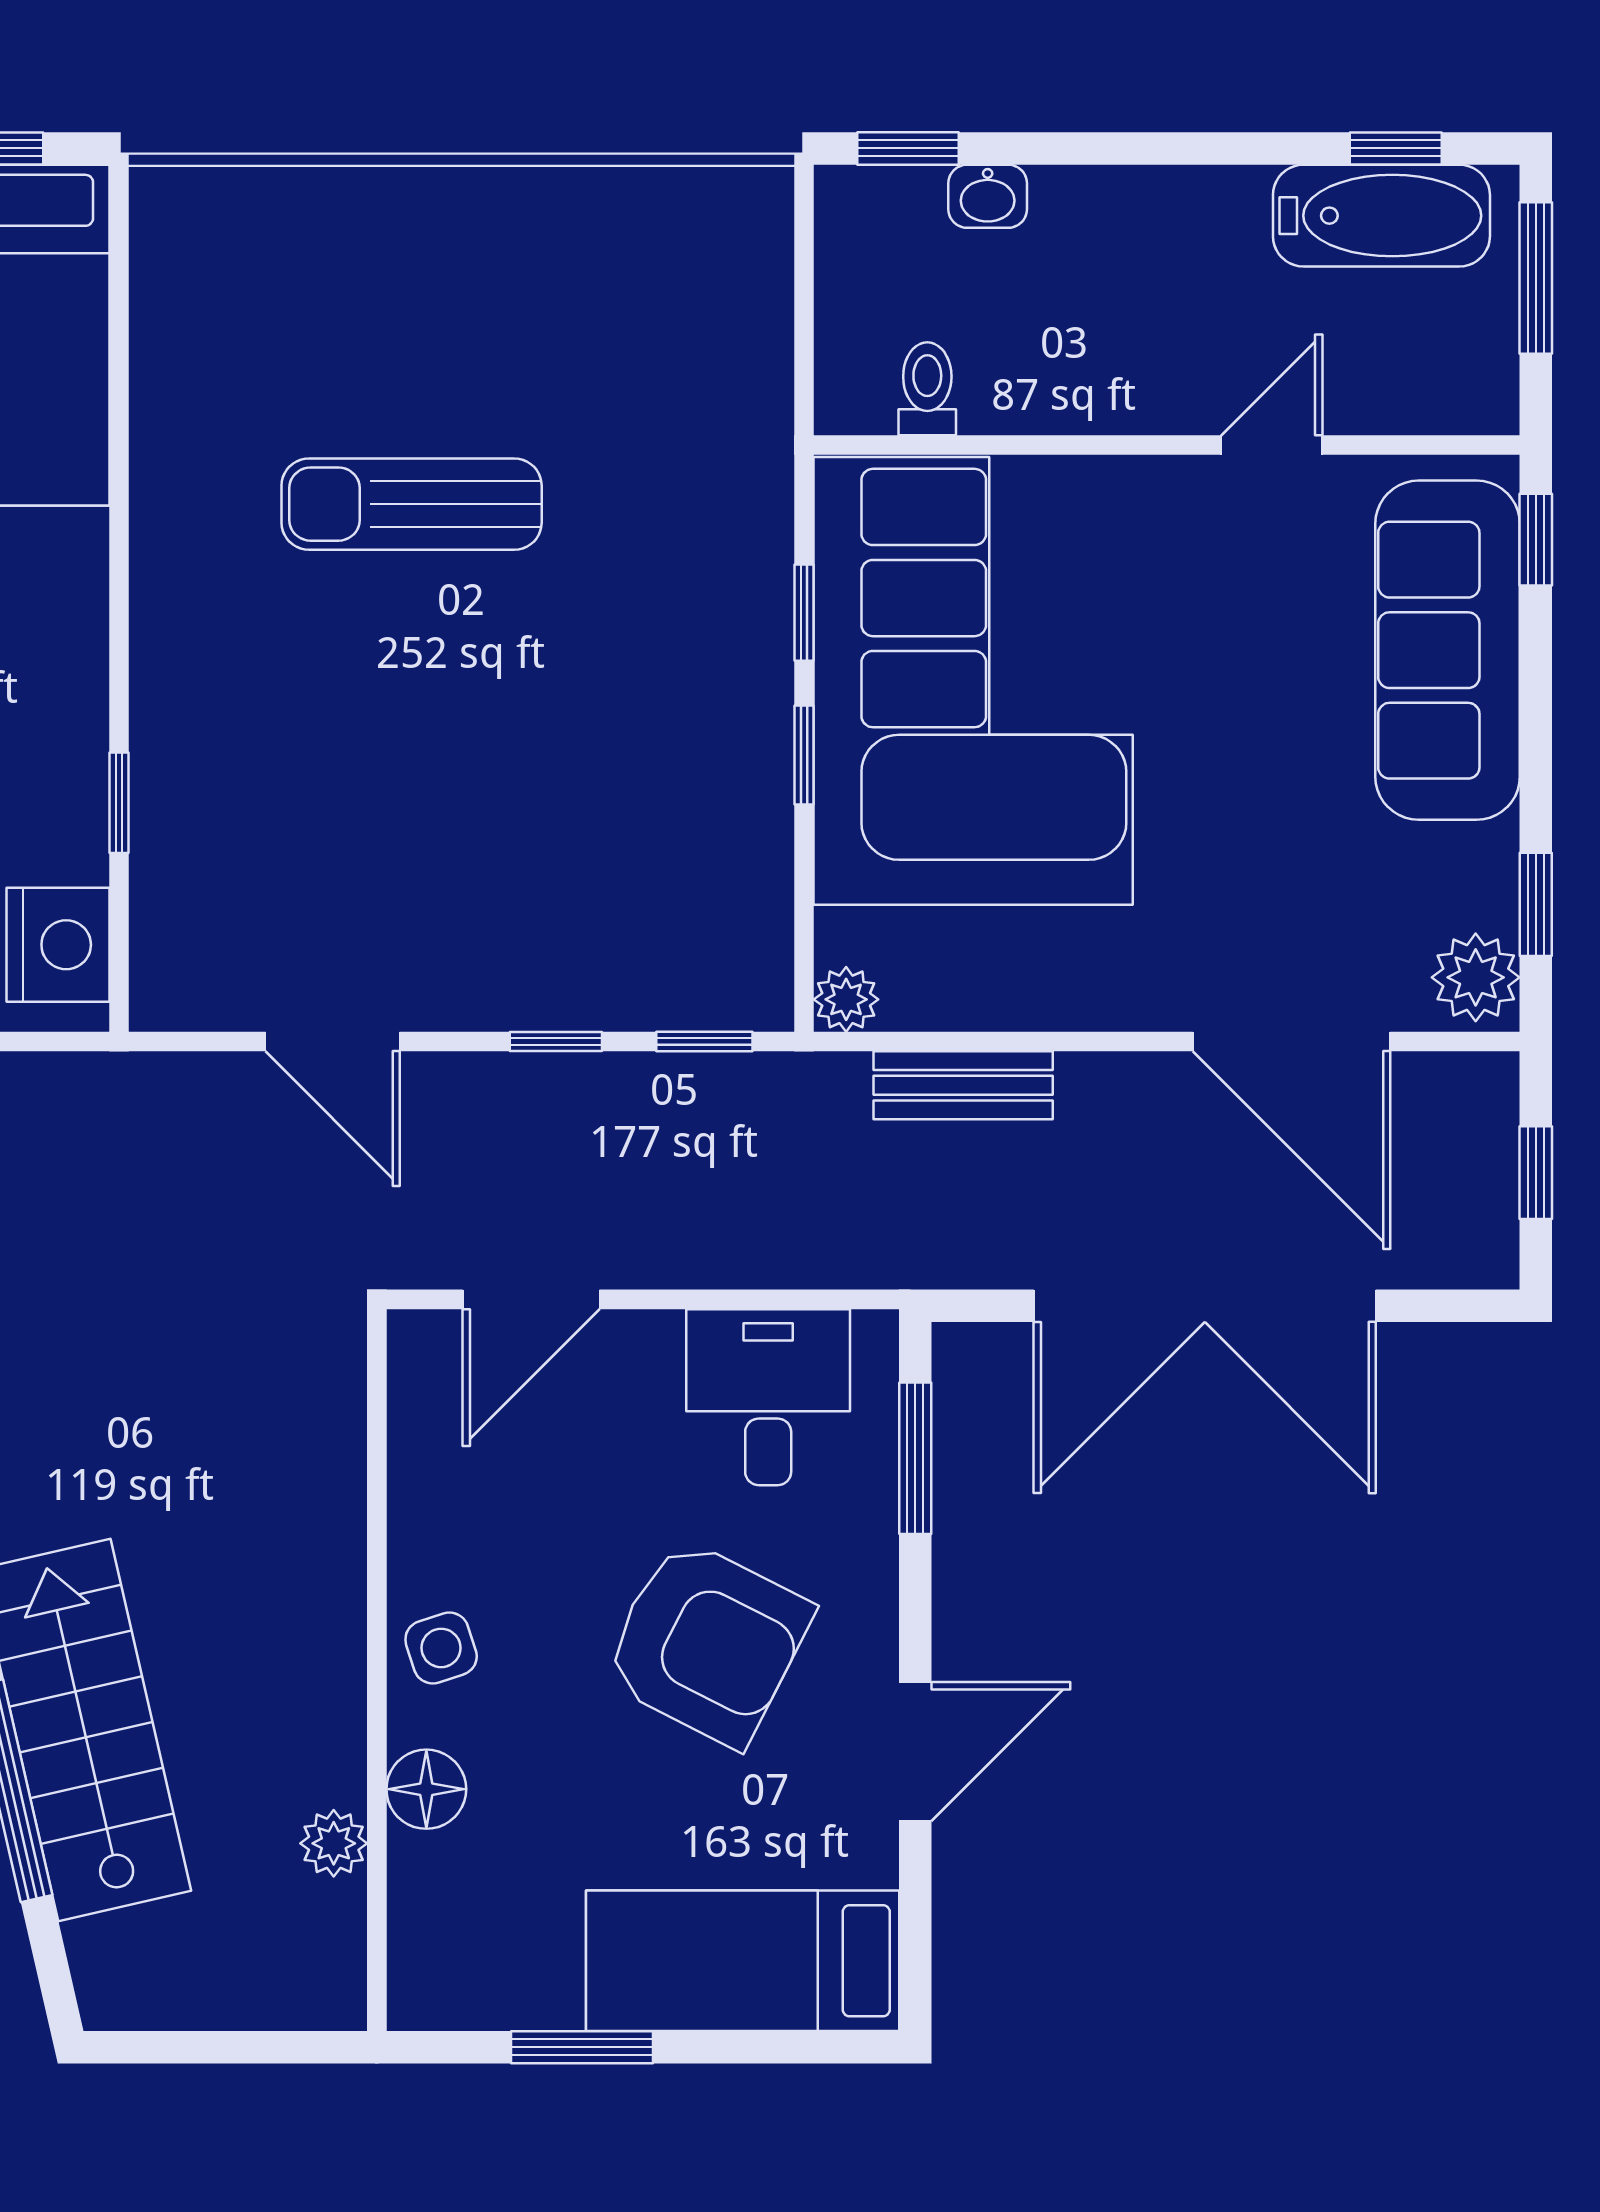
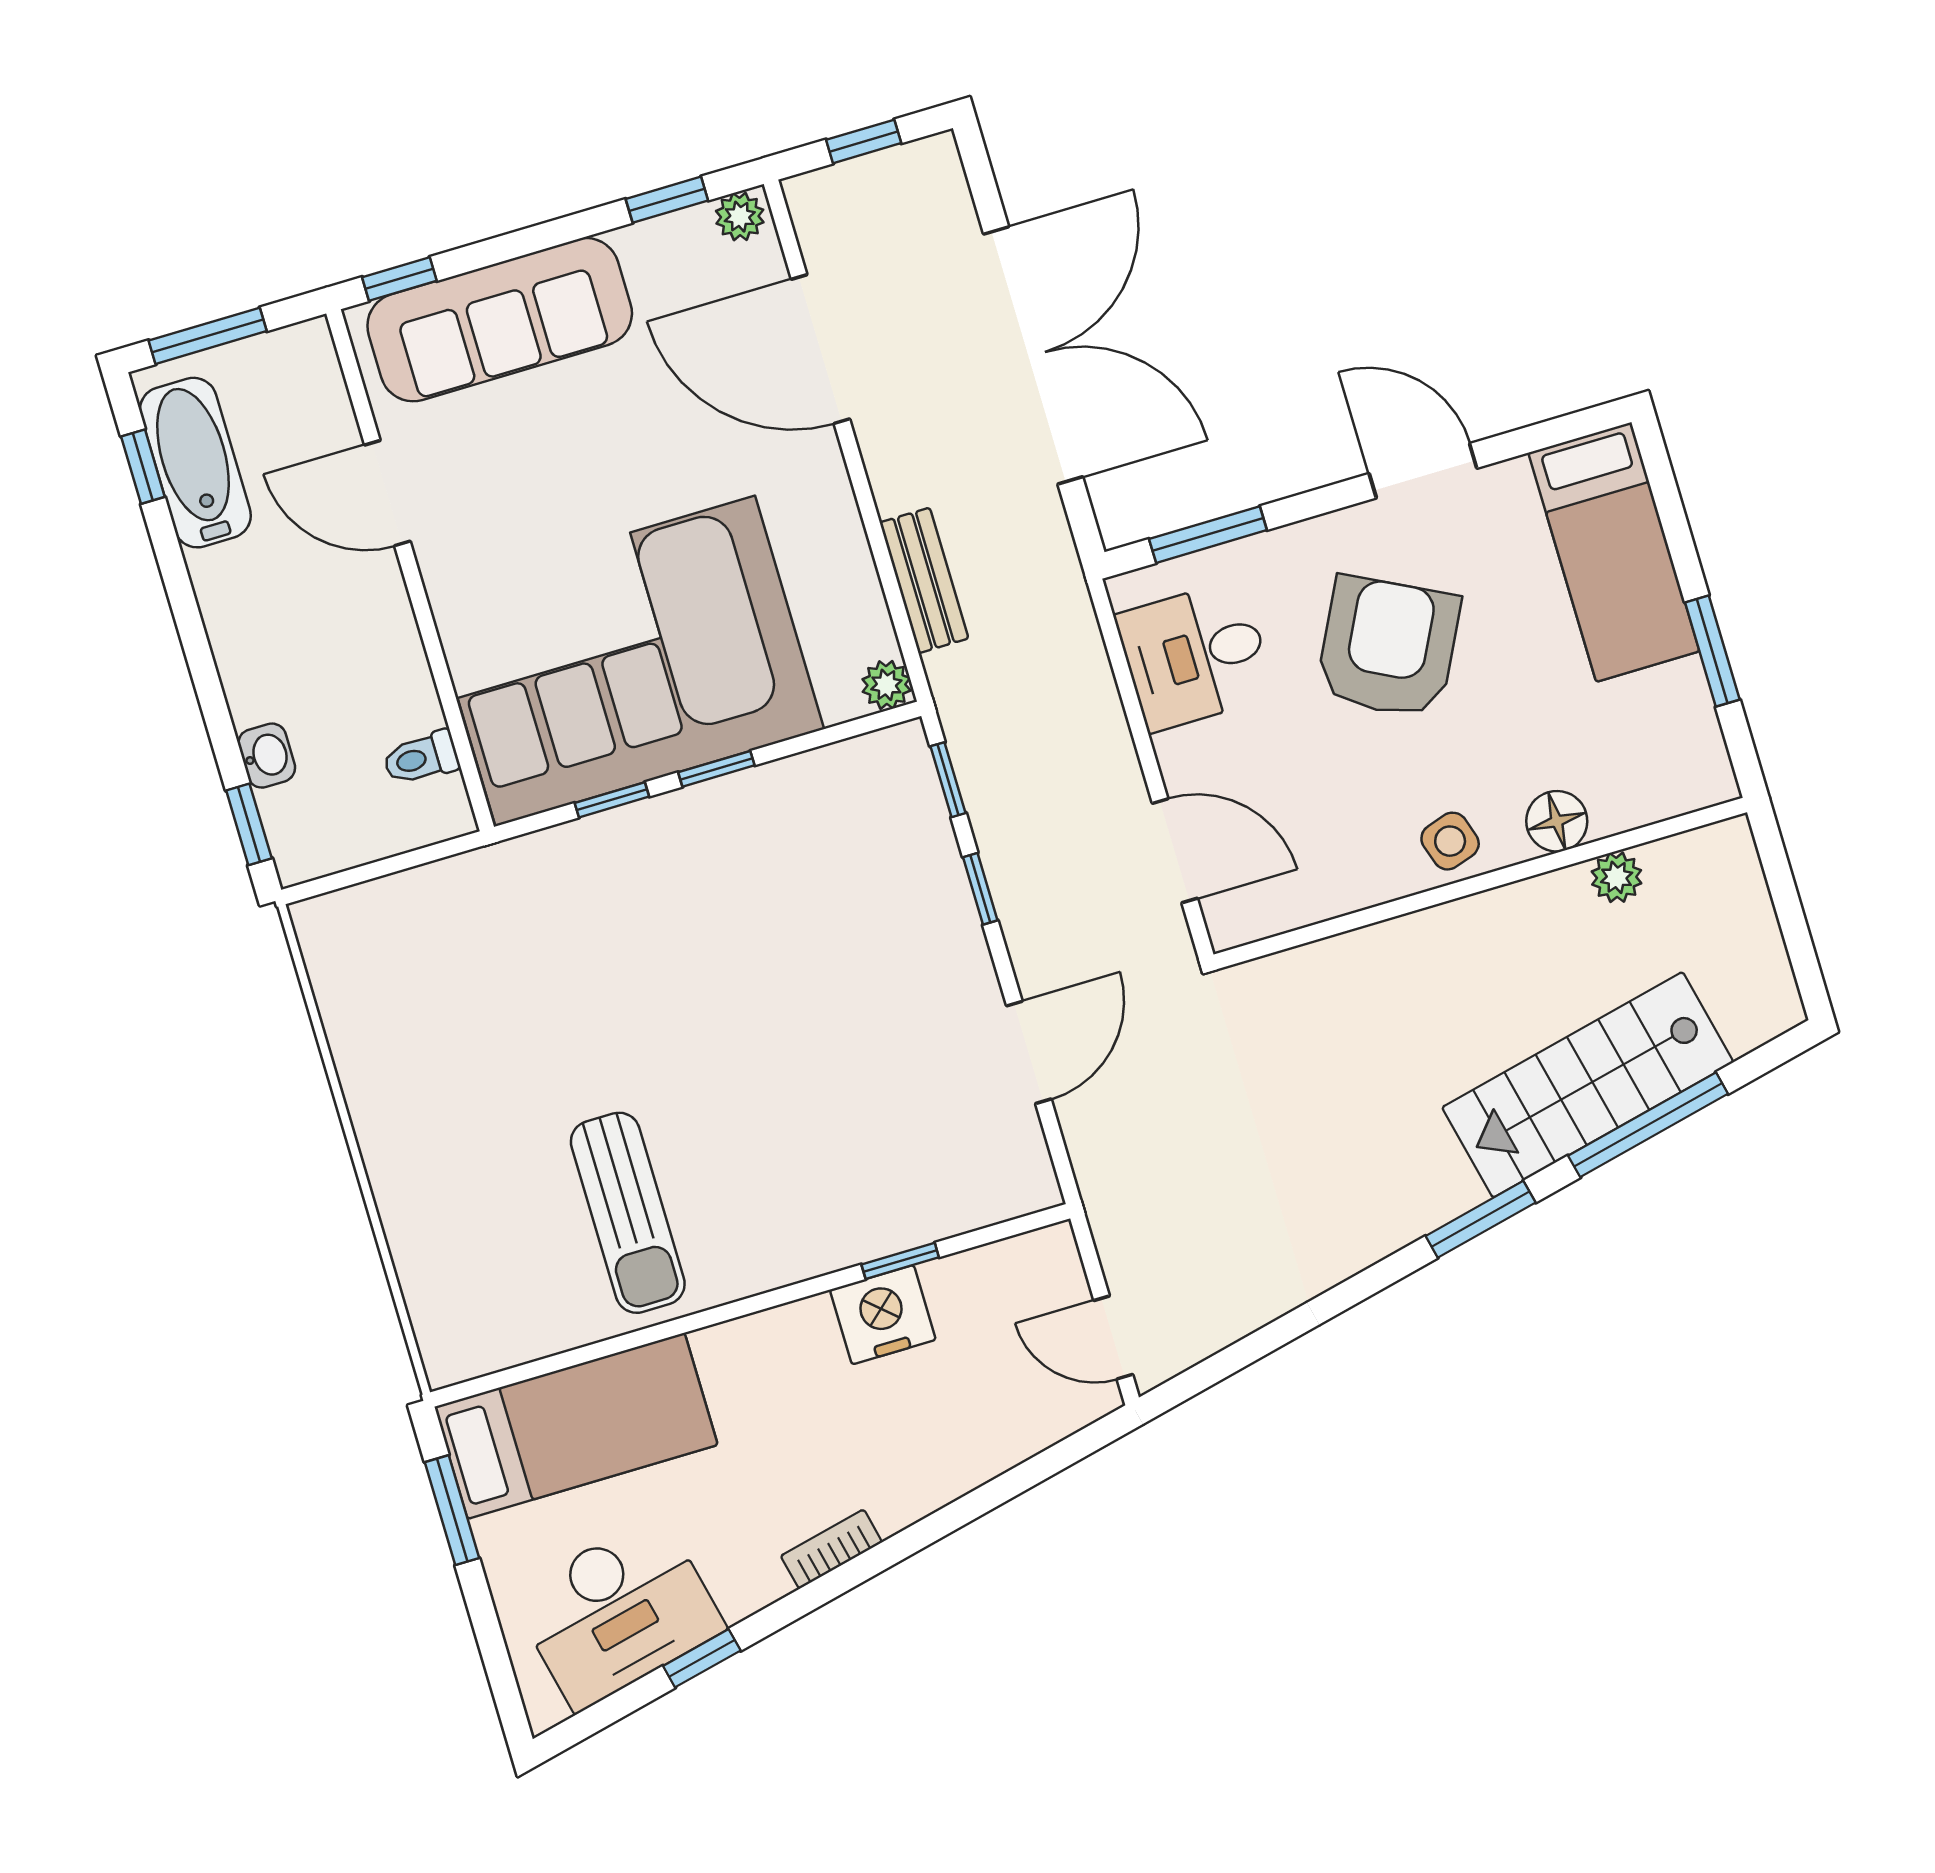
door: (1272, 445) -> (387, 493), width x1.38
sun lounger: (412, 504) -> (628, 1213), moved
nightstand: (58, 945) -> (883, 1315), moved
plant: (1476, 977) -> (740, 217), width x0.73, depth x0.73
door: (1292, 1041) -> (820, 349), swing flipped

